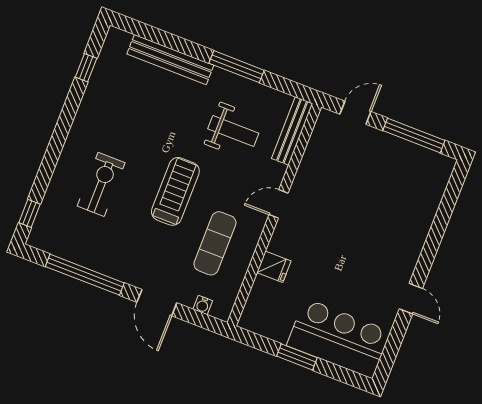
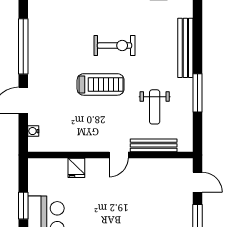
bench: (292, 131) -> (154, 145), moved
exercise bike: (101, 184) -> (114, 46), moved
door: (279, 204) -> (119, 155), swing flipped
exercise mat: (215, 243) -> (77, 123), removed

